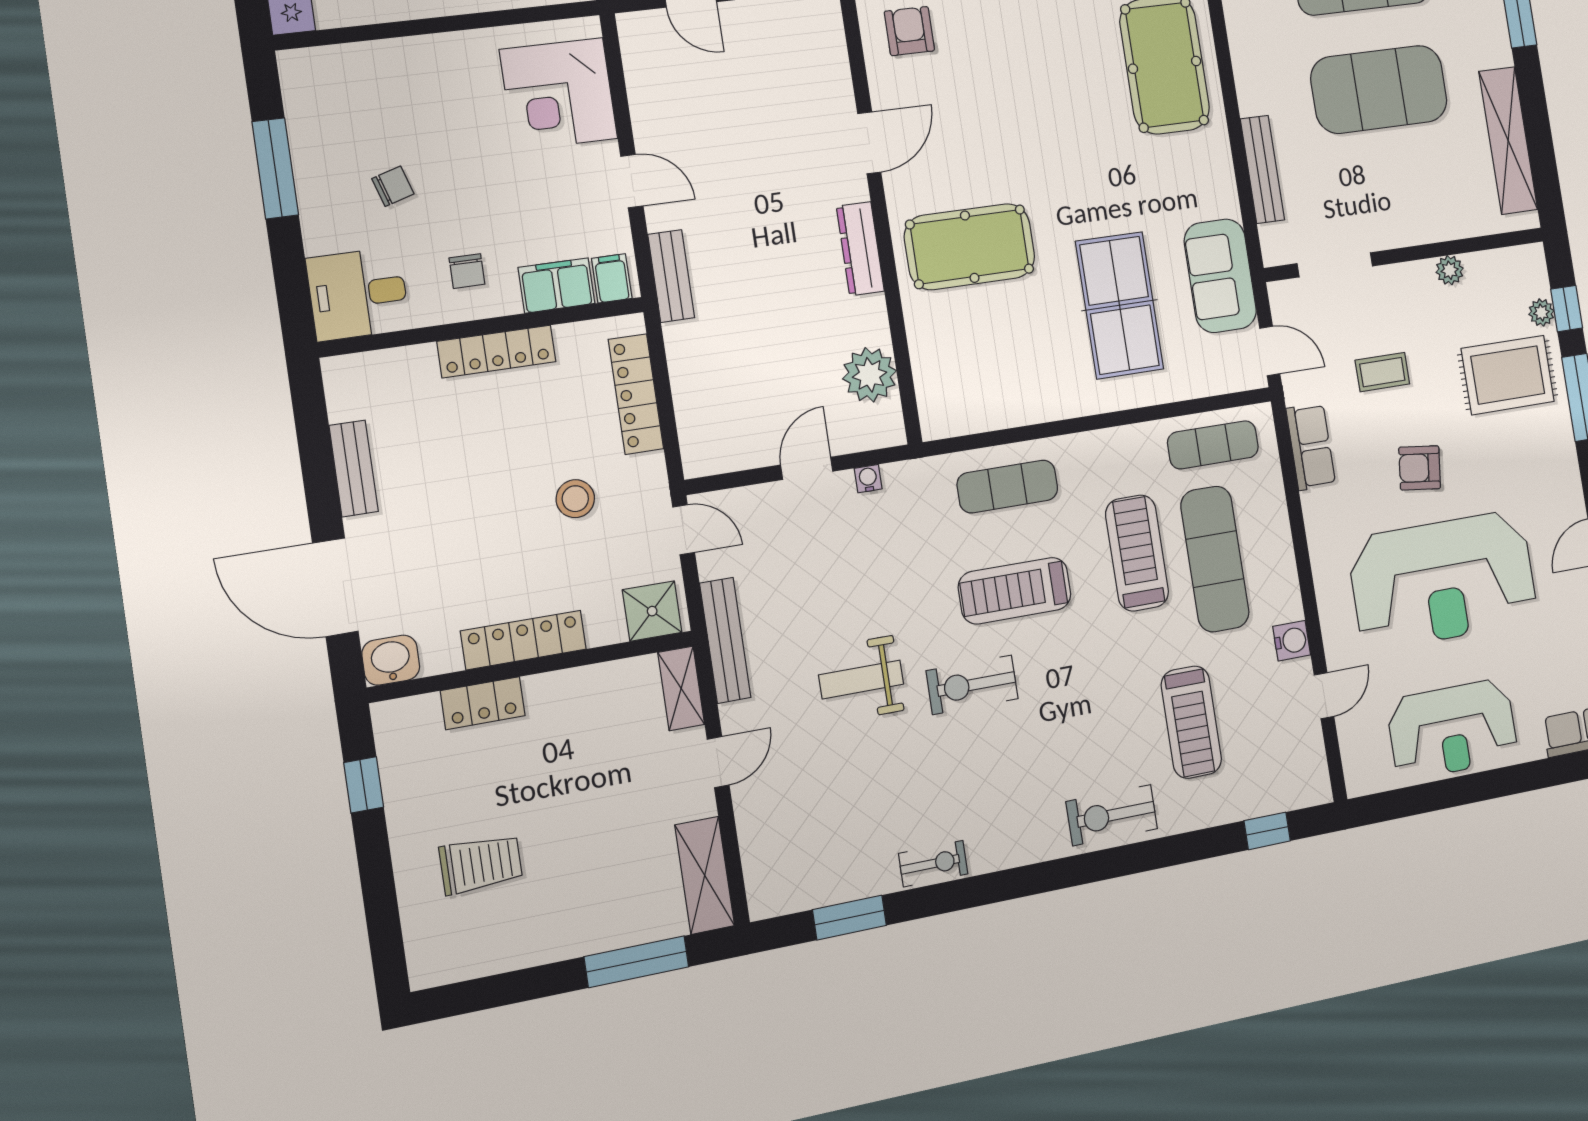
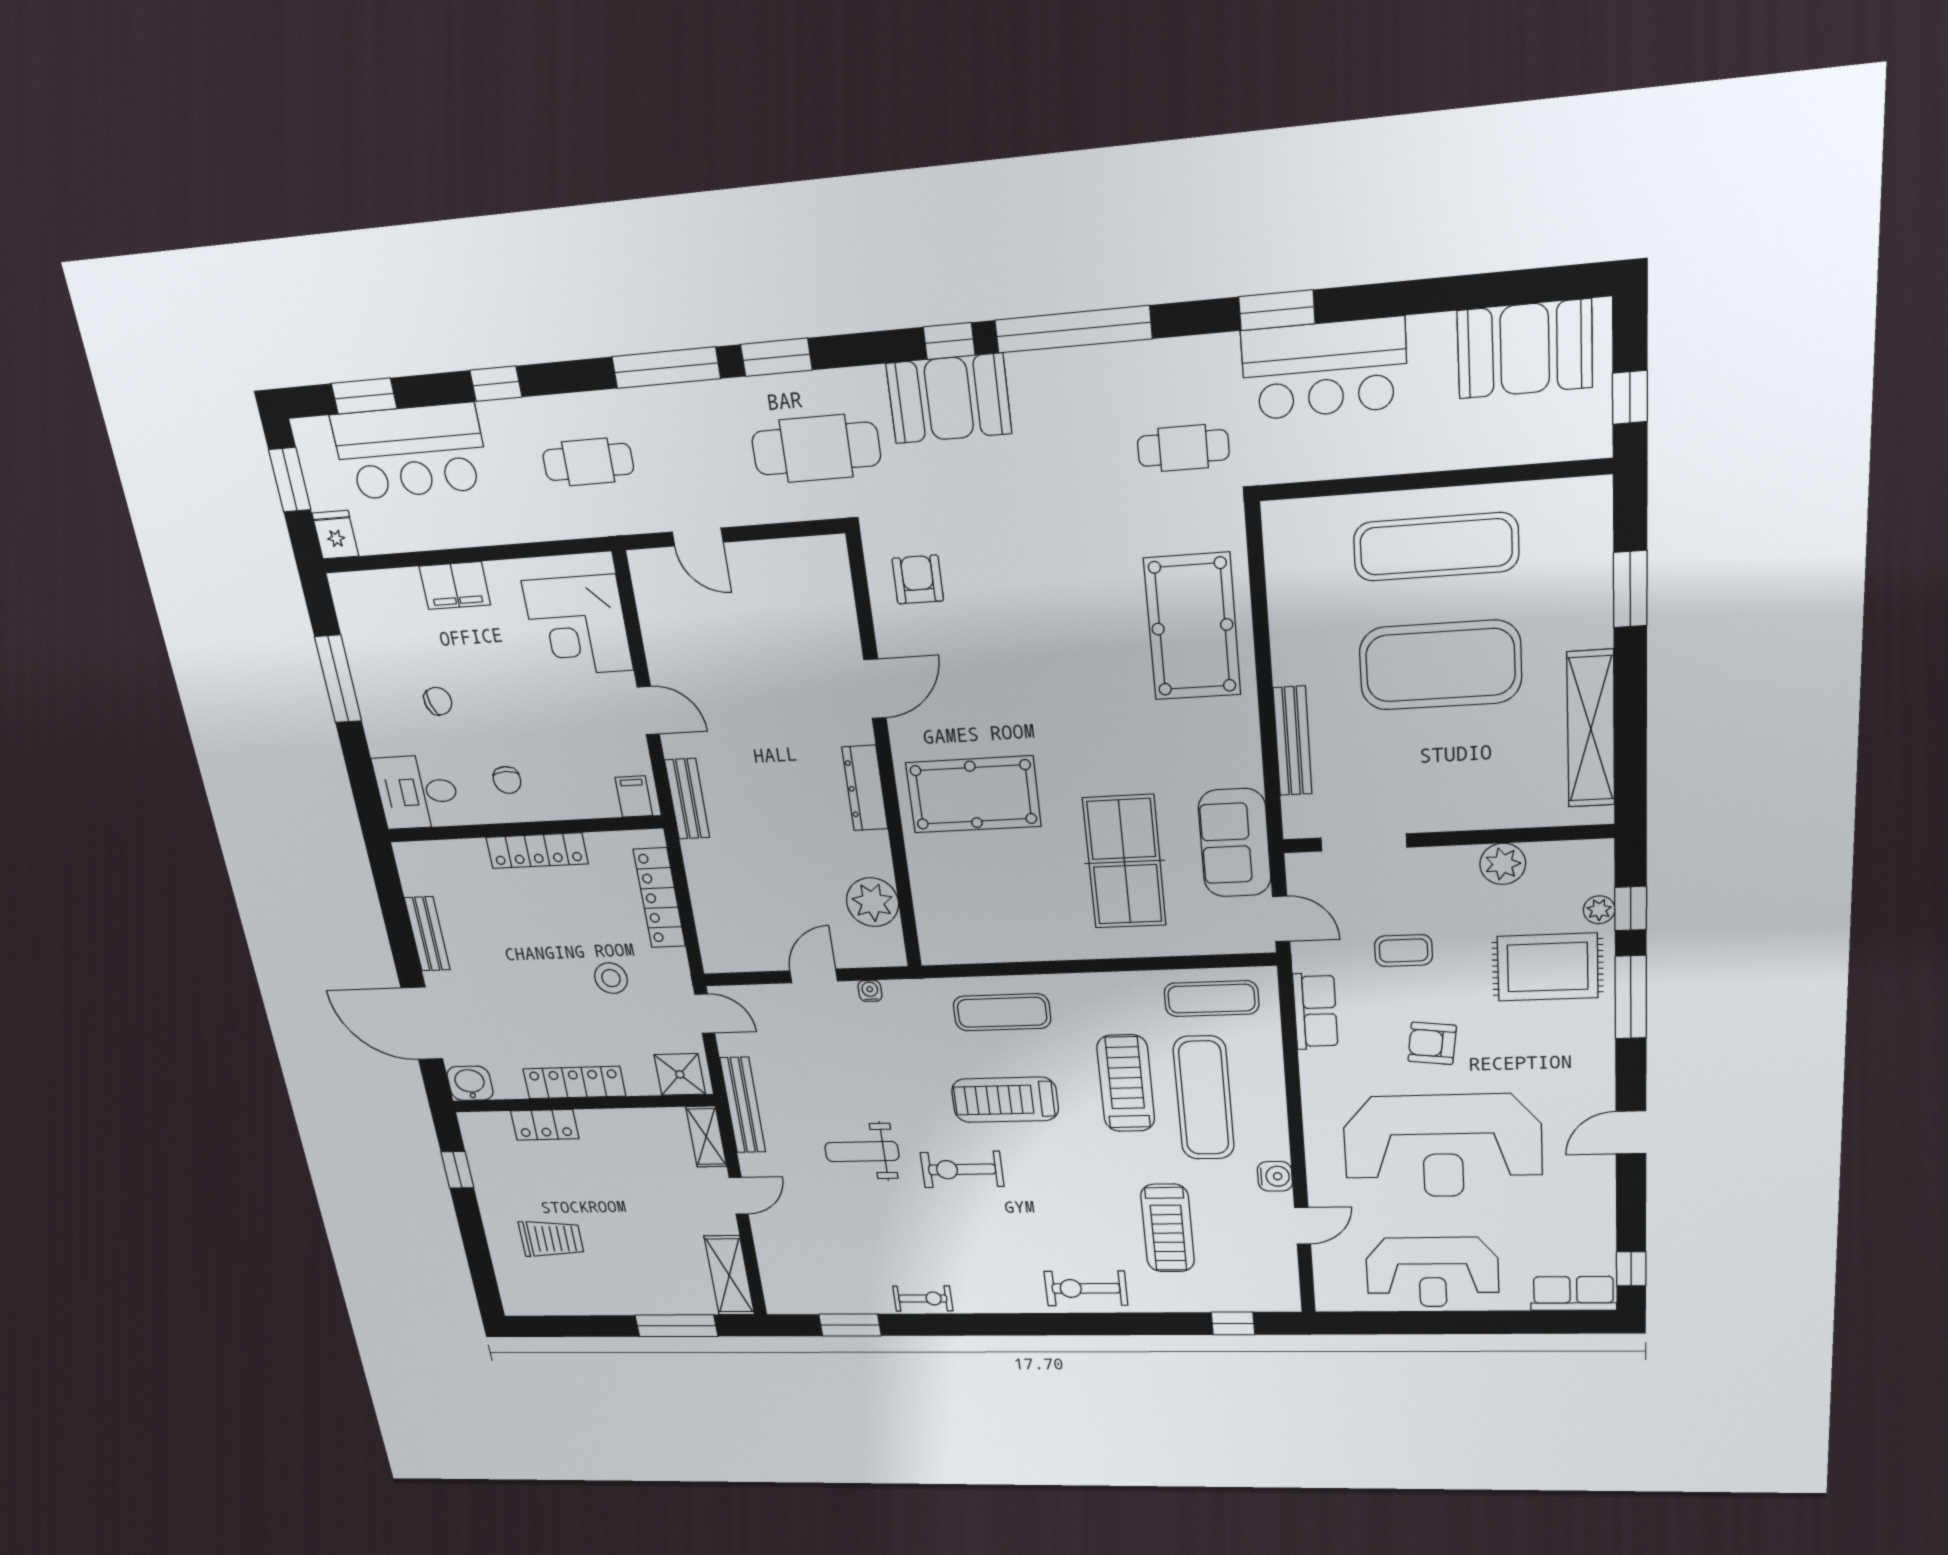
plant: (1450, 270) -> (1503, 864), width x1.38, depth x1.38
filing cabinet: (557, 285) -> (455, 586), moved, turned 180

